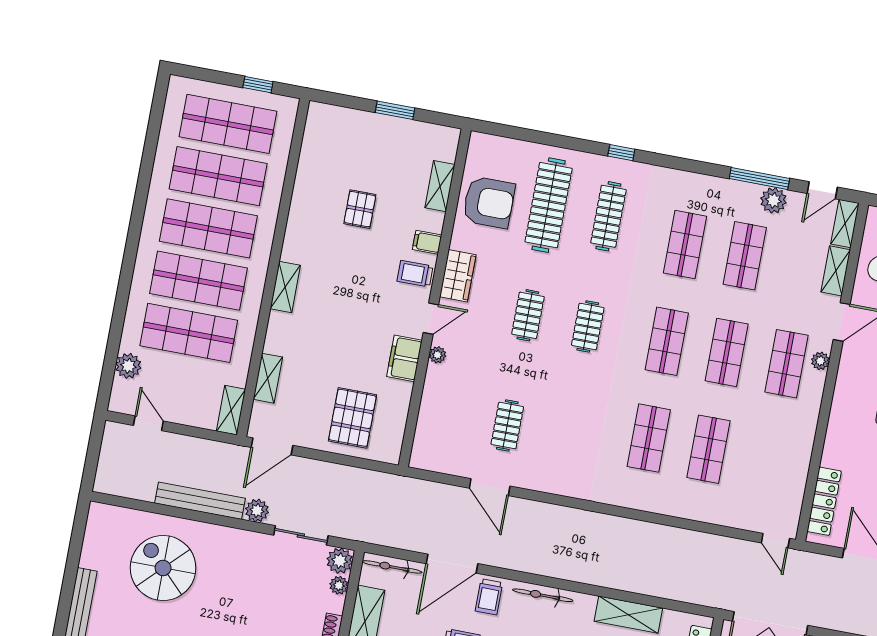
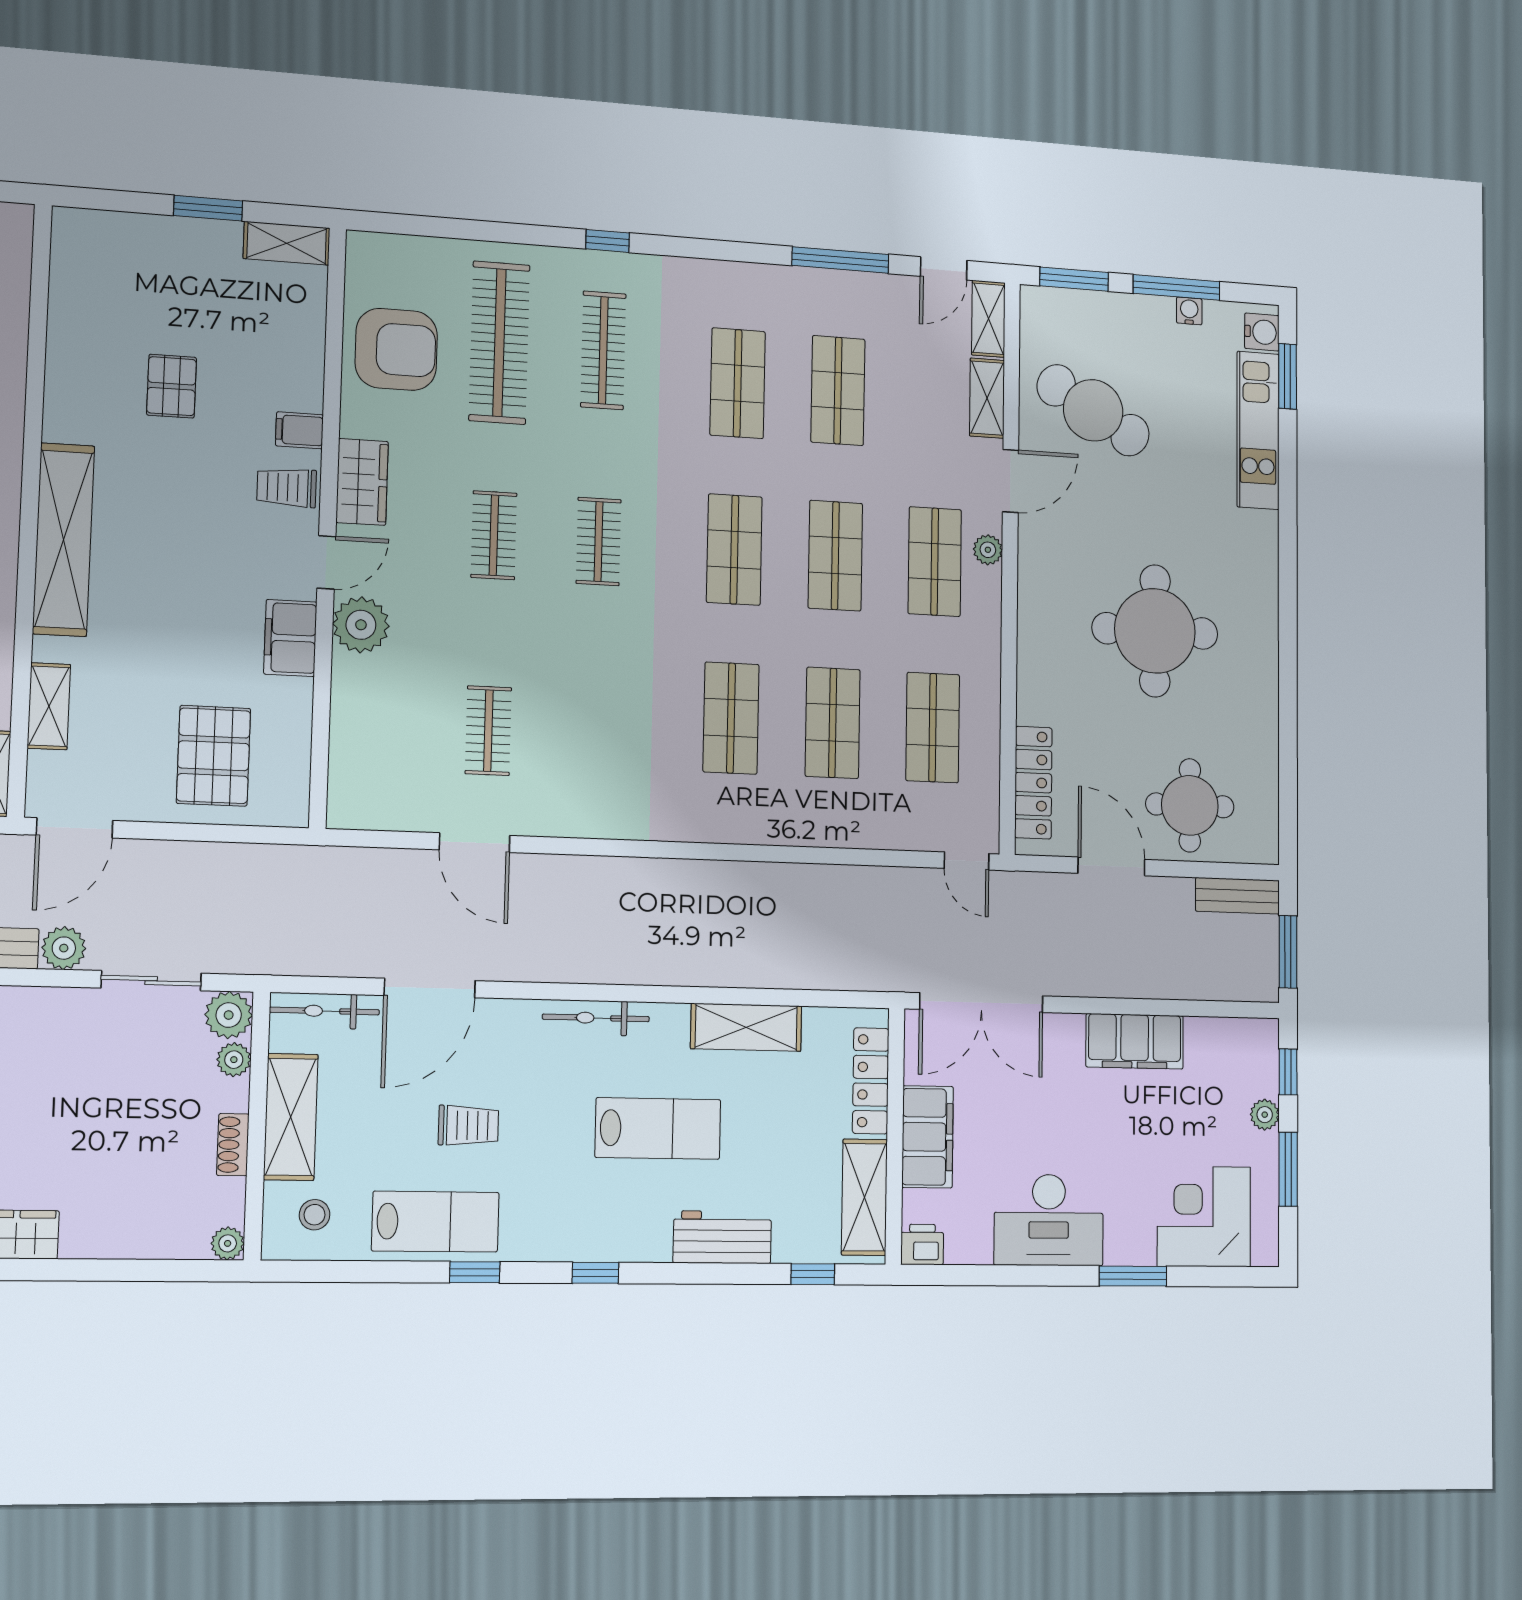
shelving: (440, 186) -> (287, 243), moved, turned 90
plant: (773, 200) -> (869, 293), removed
shelving: (285, 287) -> (64, 540), width x2.20, depth x1.33
plant: (437, 355) -> (361, 625), width x1.88, depth x1.88
shop shelf: (768, 460) -> (933, 728), added
trolley: (489, 597) -> (503, 1036), removed

